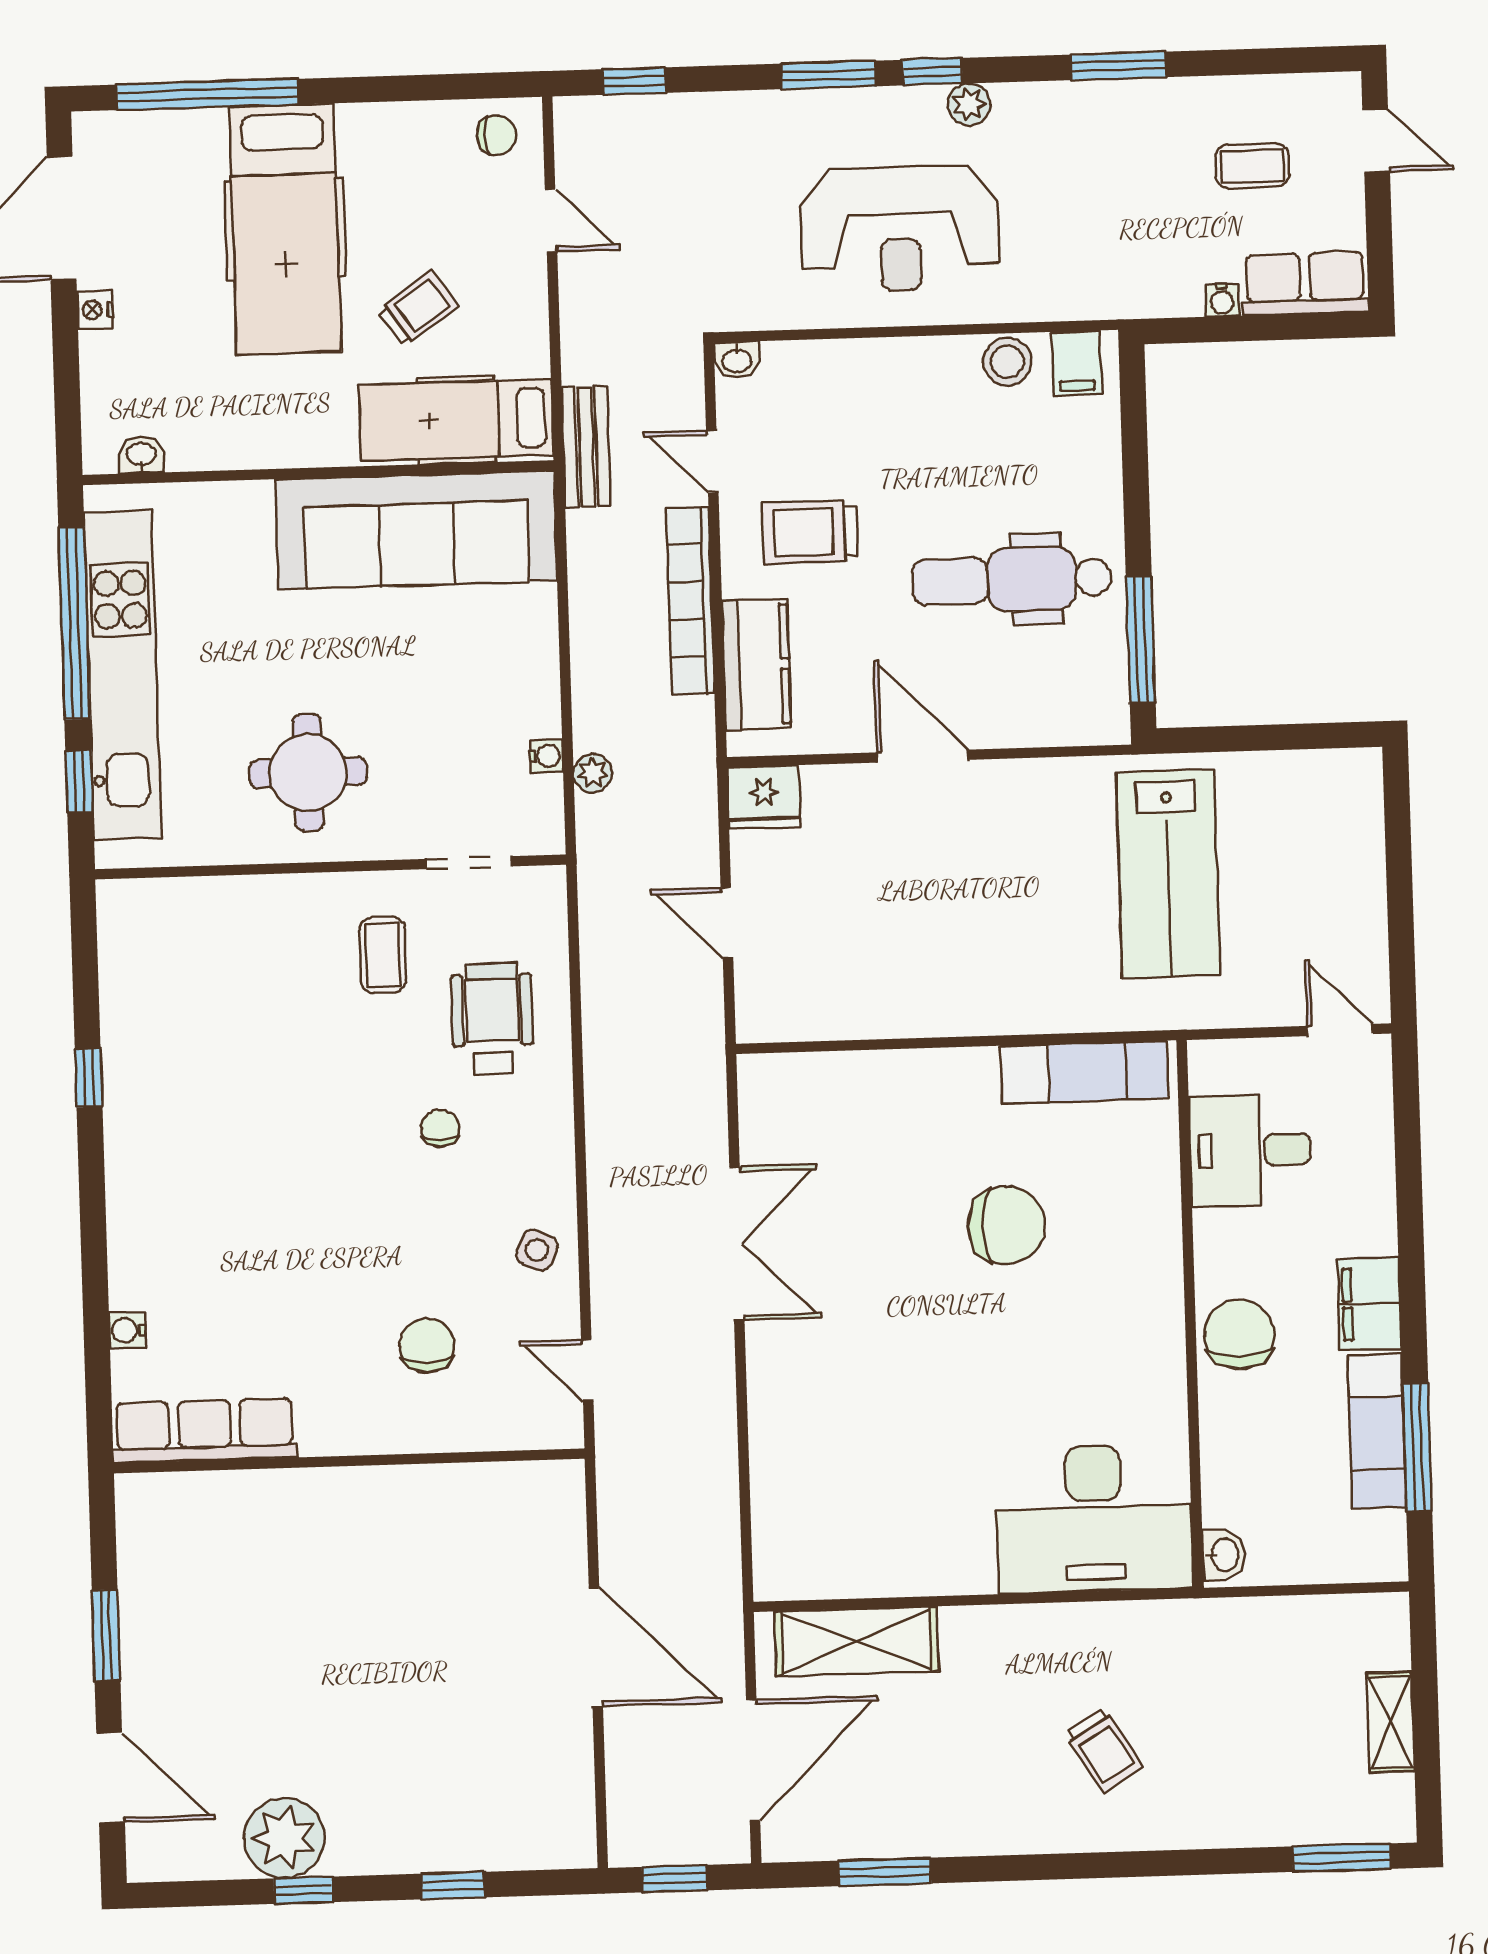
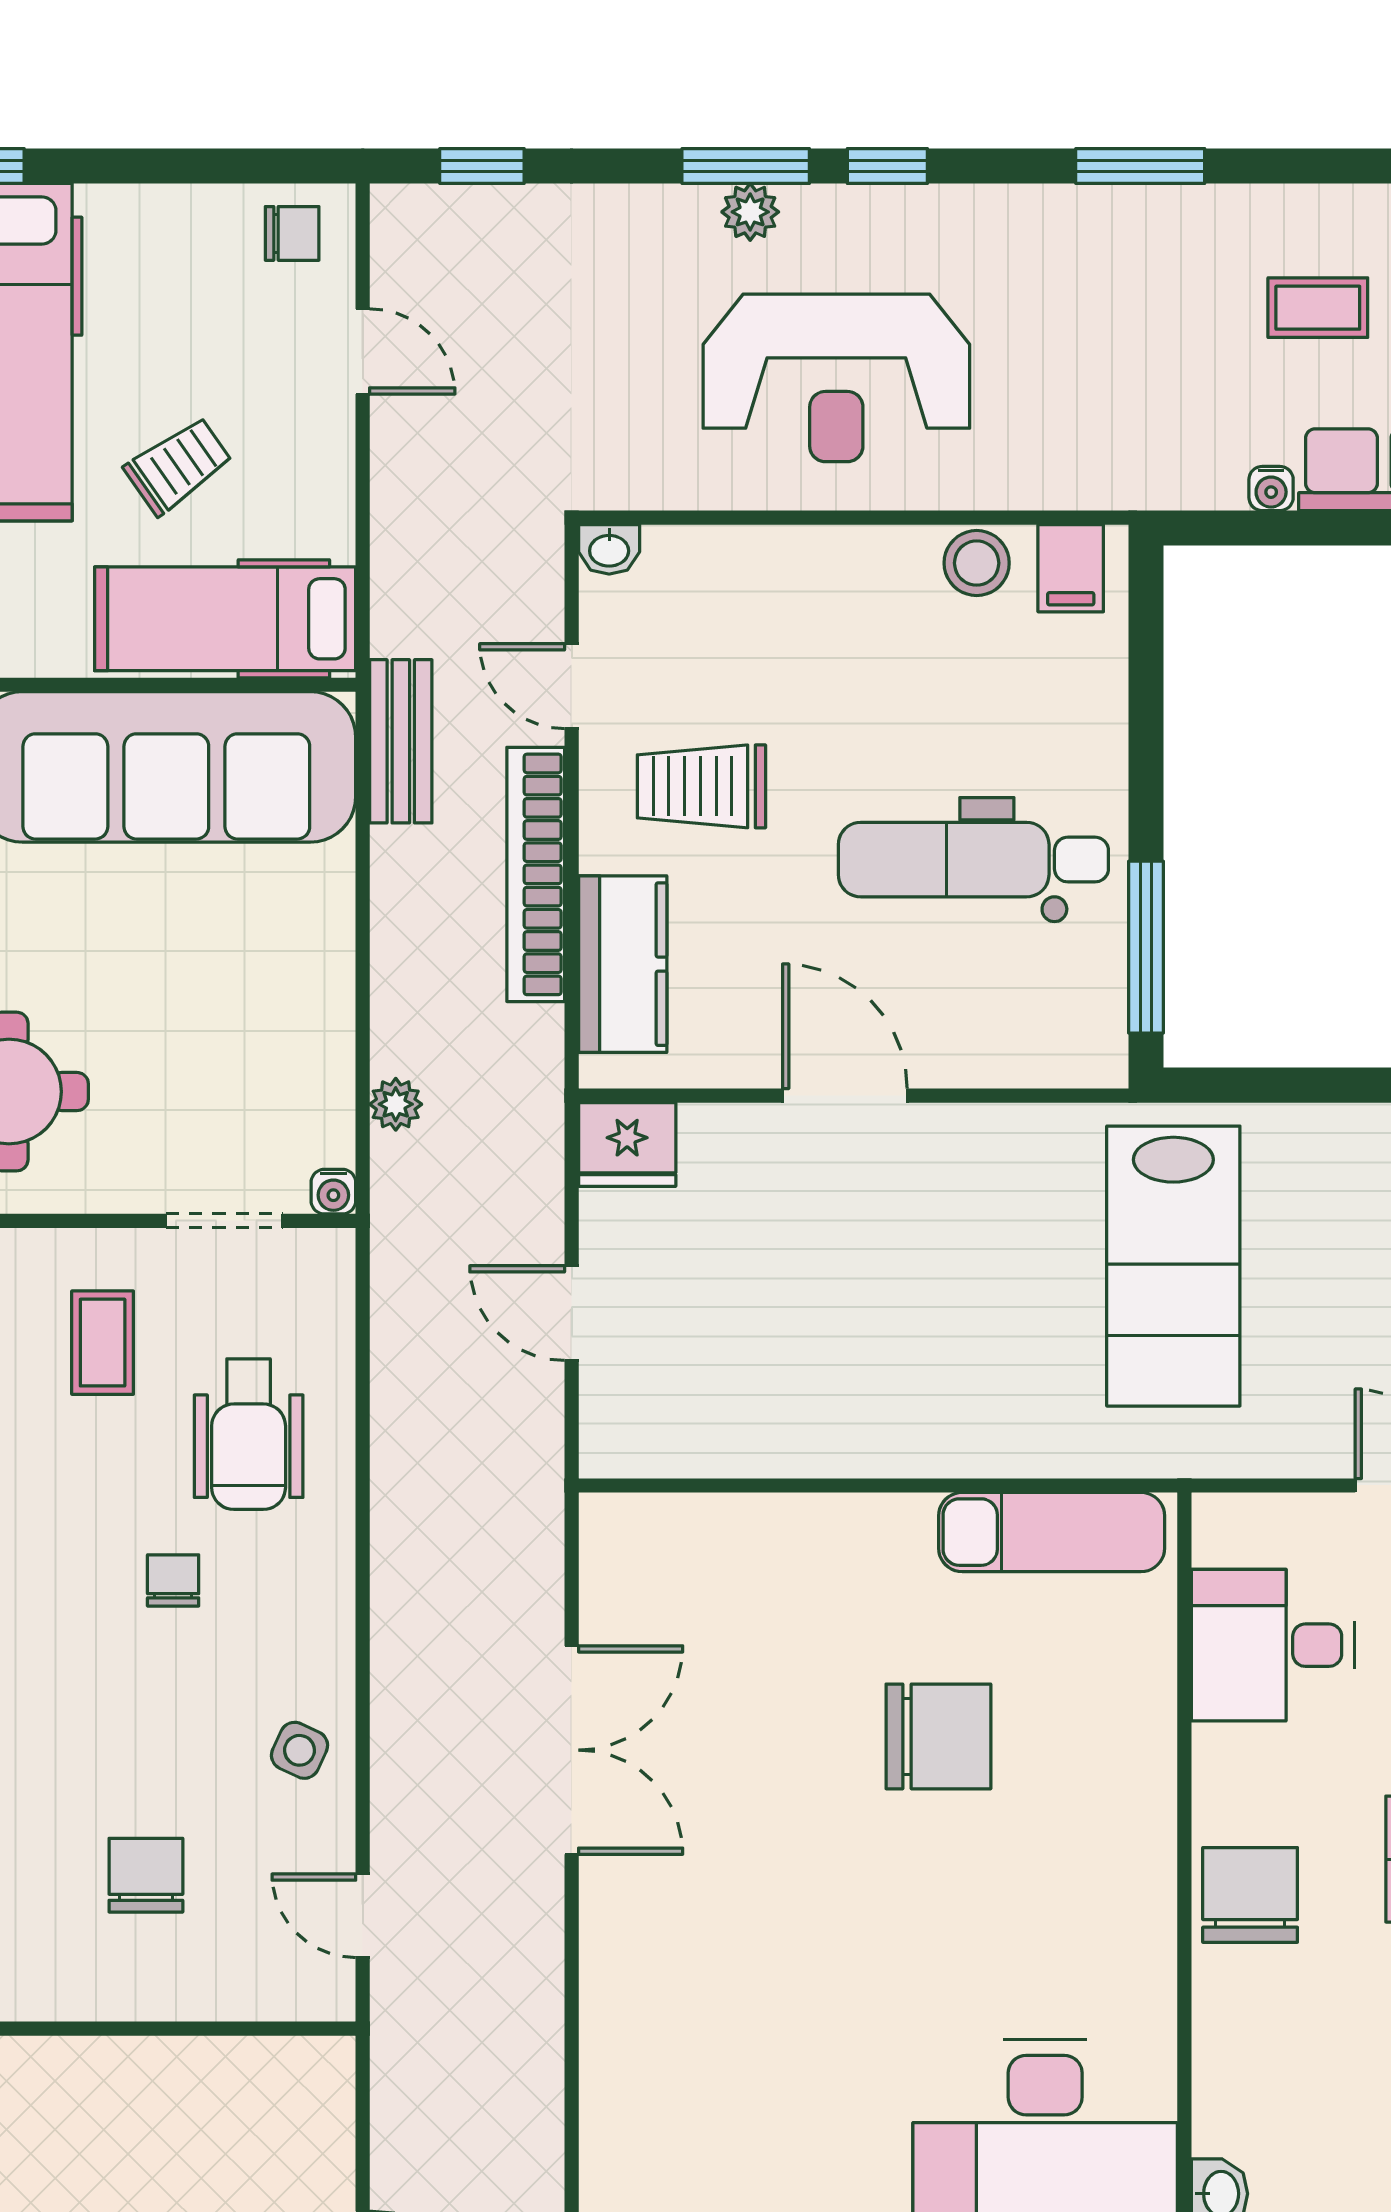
plant: (969, 104) -> (750, 212), moved
bench: (586, 447) -> (401, 741), moved
water cooler: (546, 756) -> (333, 1192), moved, turned 90
wheelchair: (492, 1019) -> (249, 1434), turned 180

